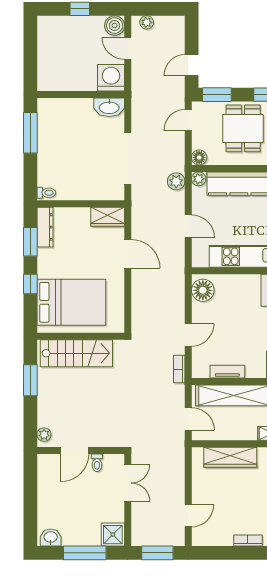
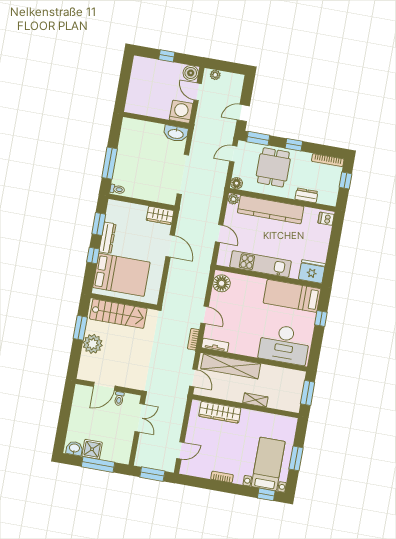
window: (30, 133) -> (110, 163), moved
plant: (176, 181) -> (216, 198), removed
dresser: (45, 227) -> (108, 238), moved
door: (188, 335) -> (205, 315), hinge flipped
tv unit: (227, 372) -> (215, 345), moved
plant: (44, 435) -> (93, 344), moved, width x1.88, depth x1.88
shower: (113, 535) -> (92, 449), moved

